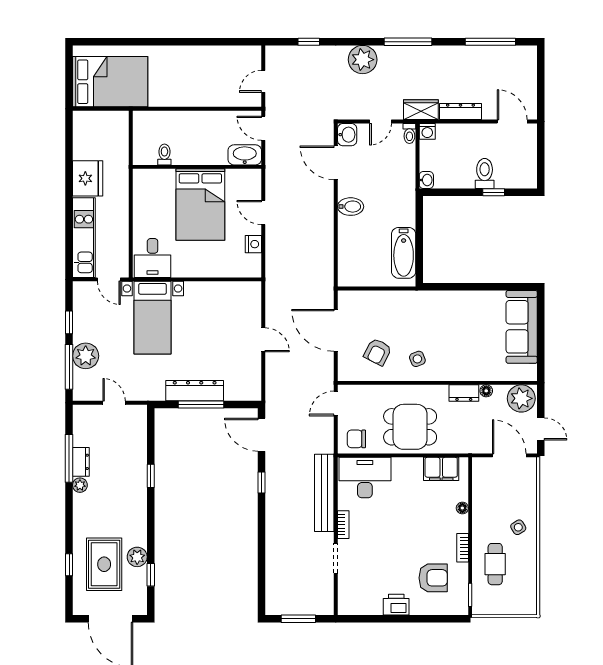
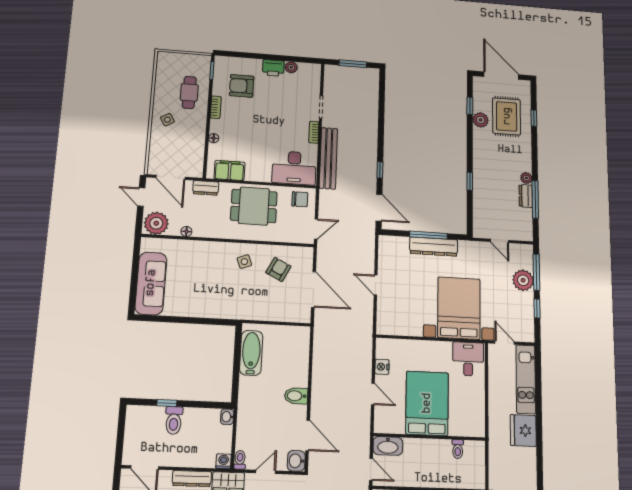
bed with nightstands: (153, 318) -> (459, 308), width x1.36
dresser: (464, 393) -> (206, 188), moved, turned 180
plant: (374, 607) -> (291, 67), added

